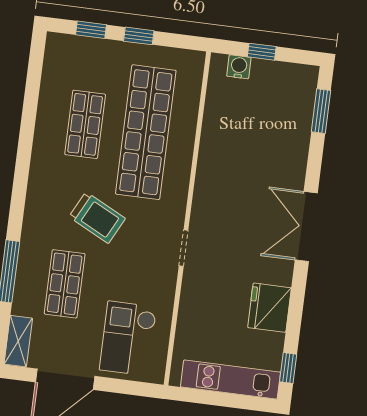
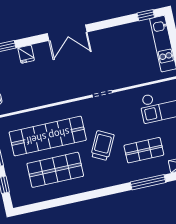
shop shelf: (85, 124) -> (55, 170), width x1.43, depth x1.36
fridge: (269, 308) -> (26, 54), moved, width x0.53, depth x0.75

